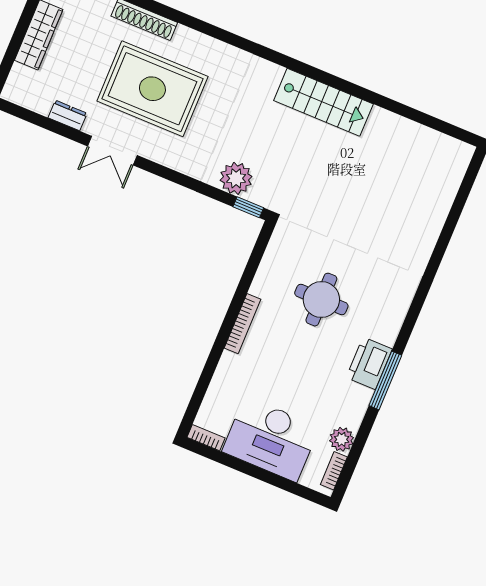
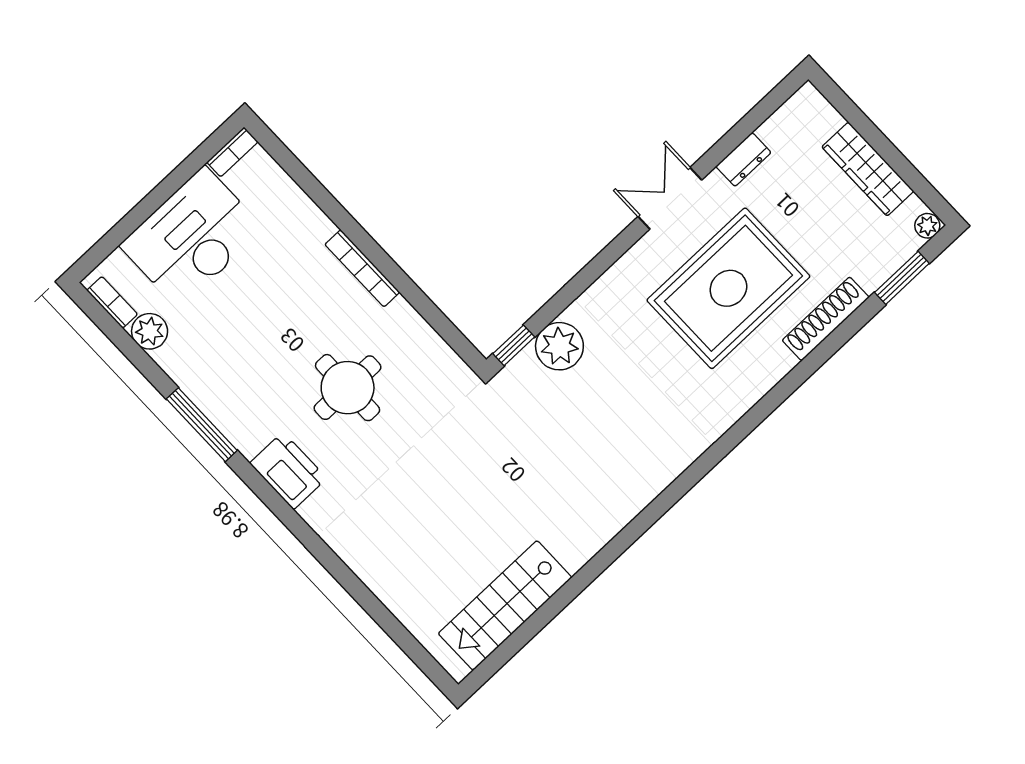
stairs: (323, 102) -> (505, 605), moved
printer: (369, 363) -> (288, 471), moved

